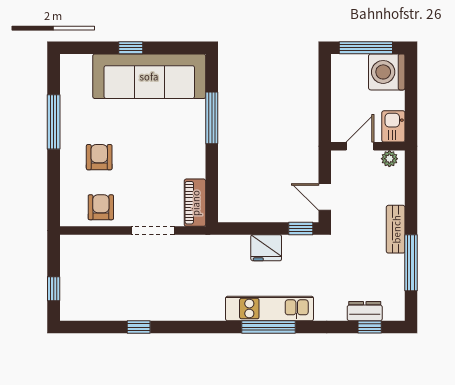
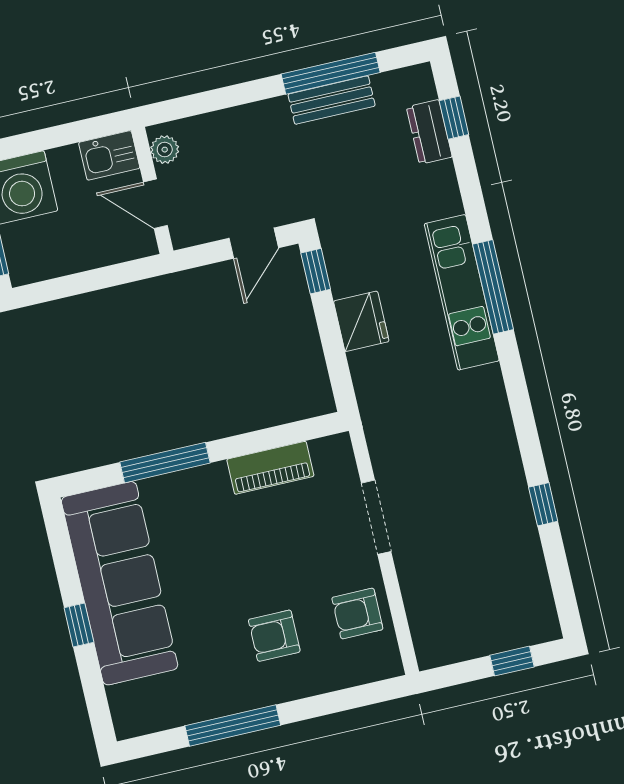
piano: (195, 203) -> (270, 468), moved
bench: (396, 229) -> (332, 100), moved

